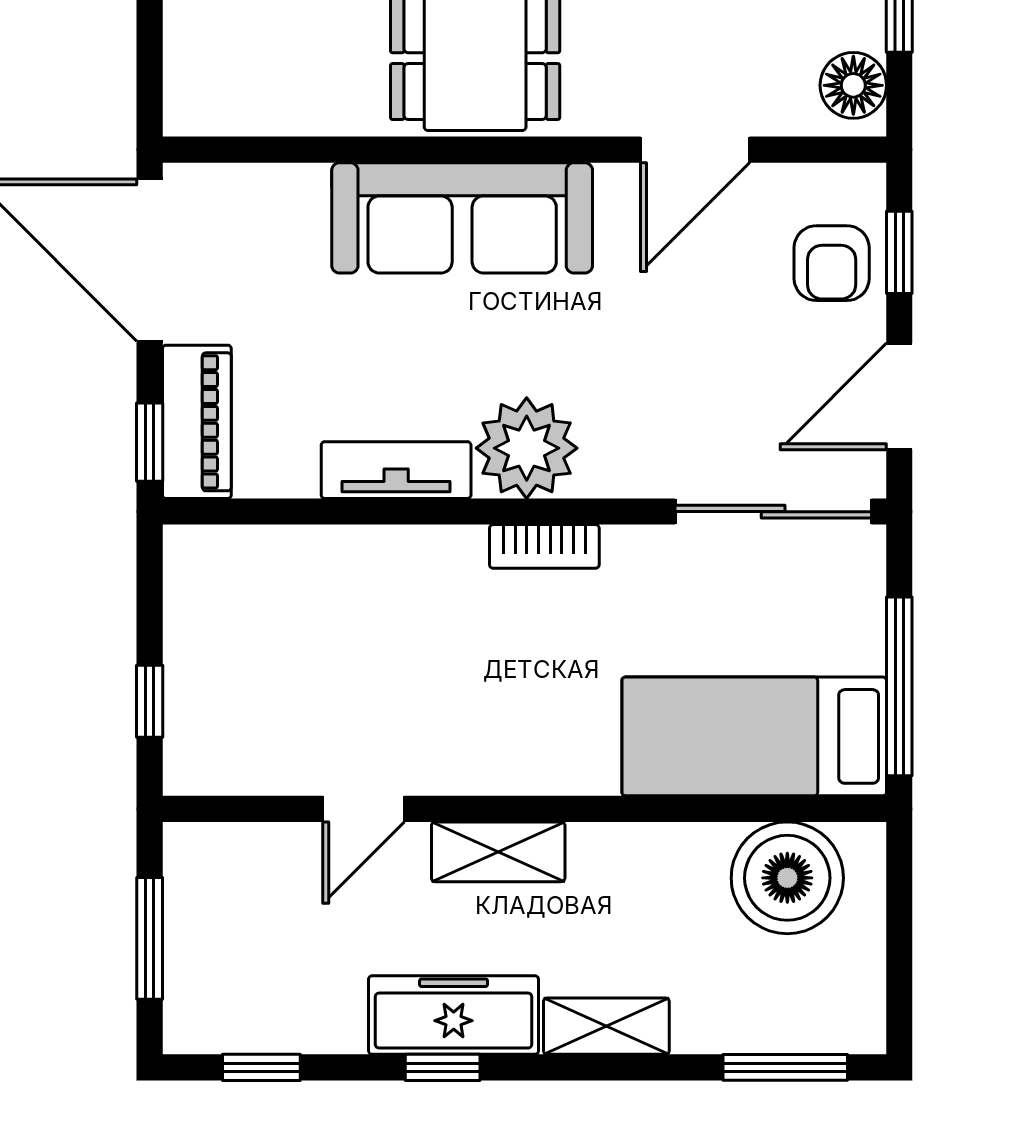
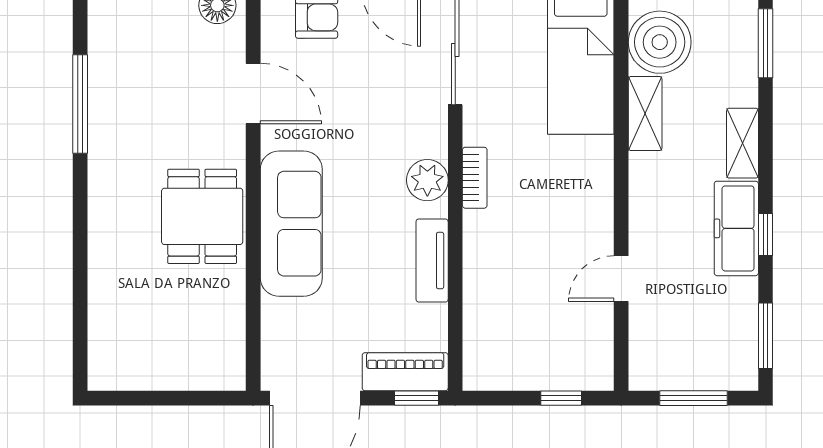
plant: (527, 448) -> (427, 180), width x0.73, depth x0.73
door: (364, 809) -> (621, 279), swing flipped
shelving: (498, 852) -> (645, 113), moved
window: (261, 1067) -> (766, 336), width x1.50

